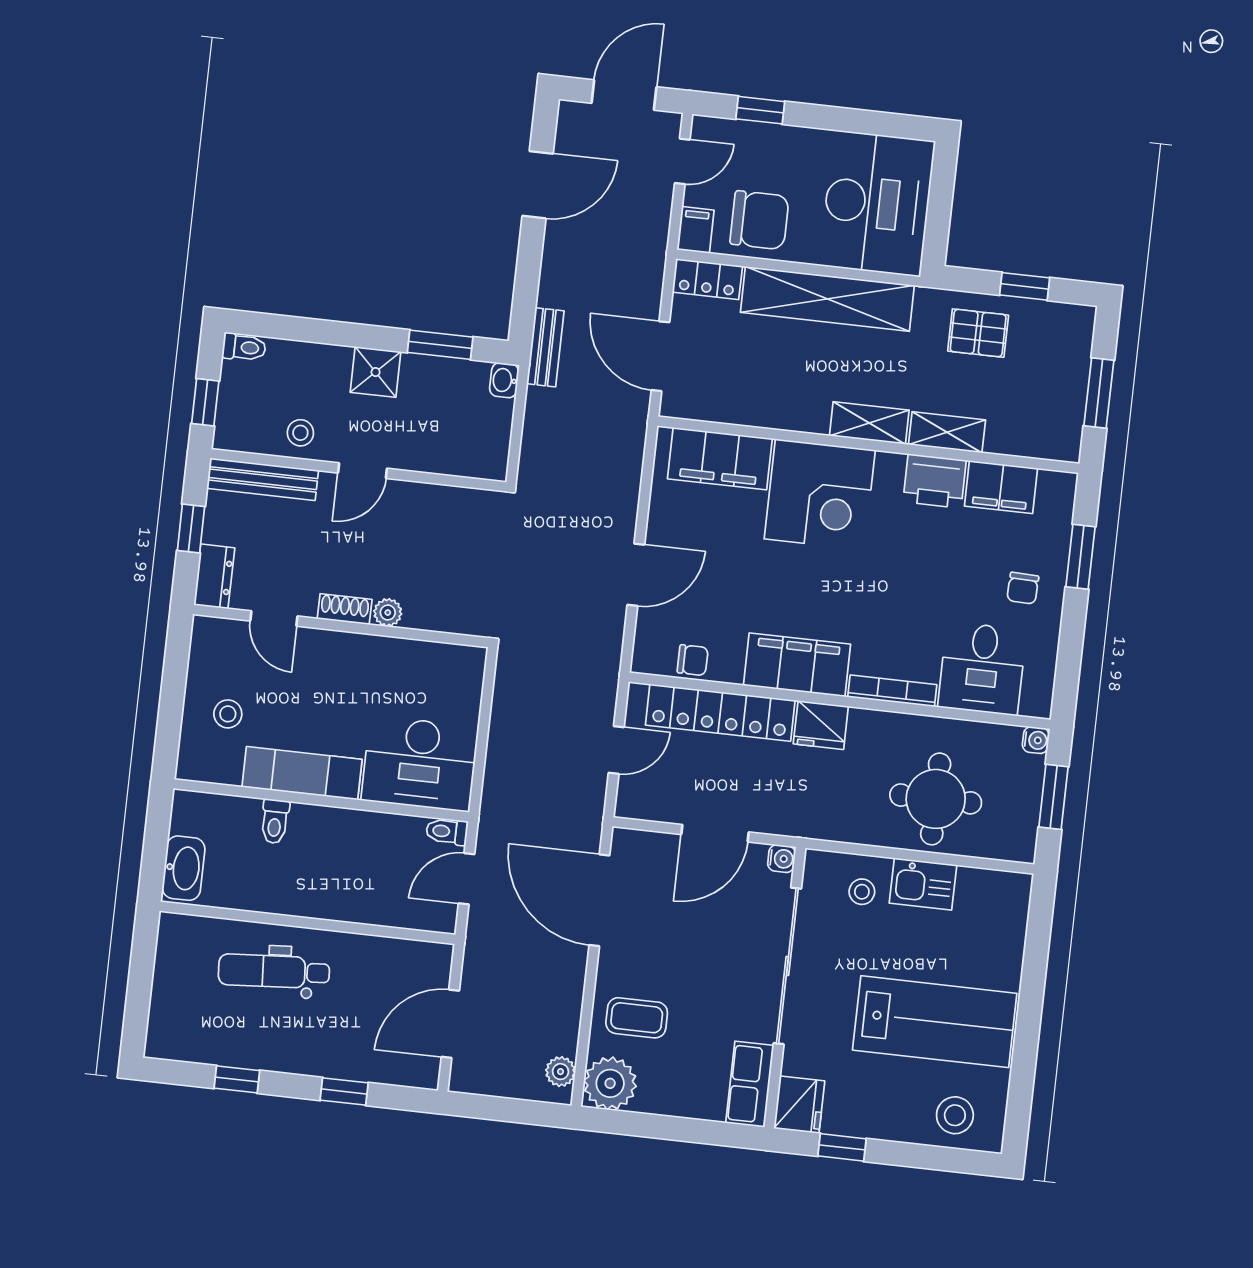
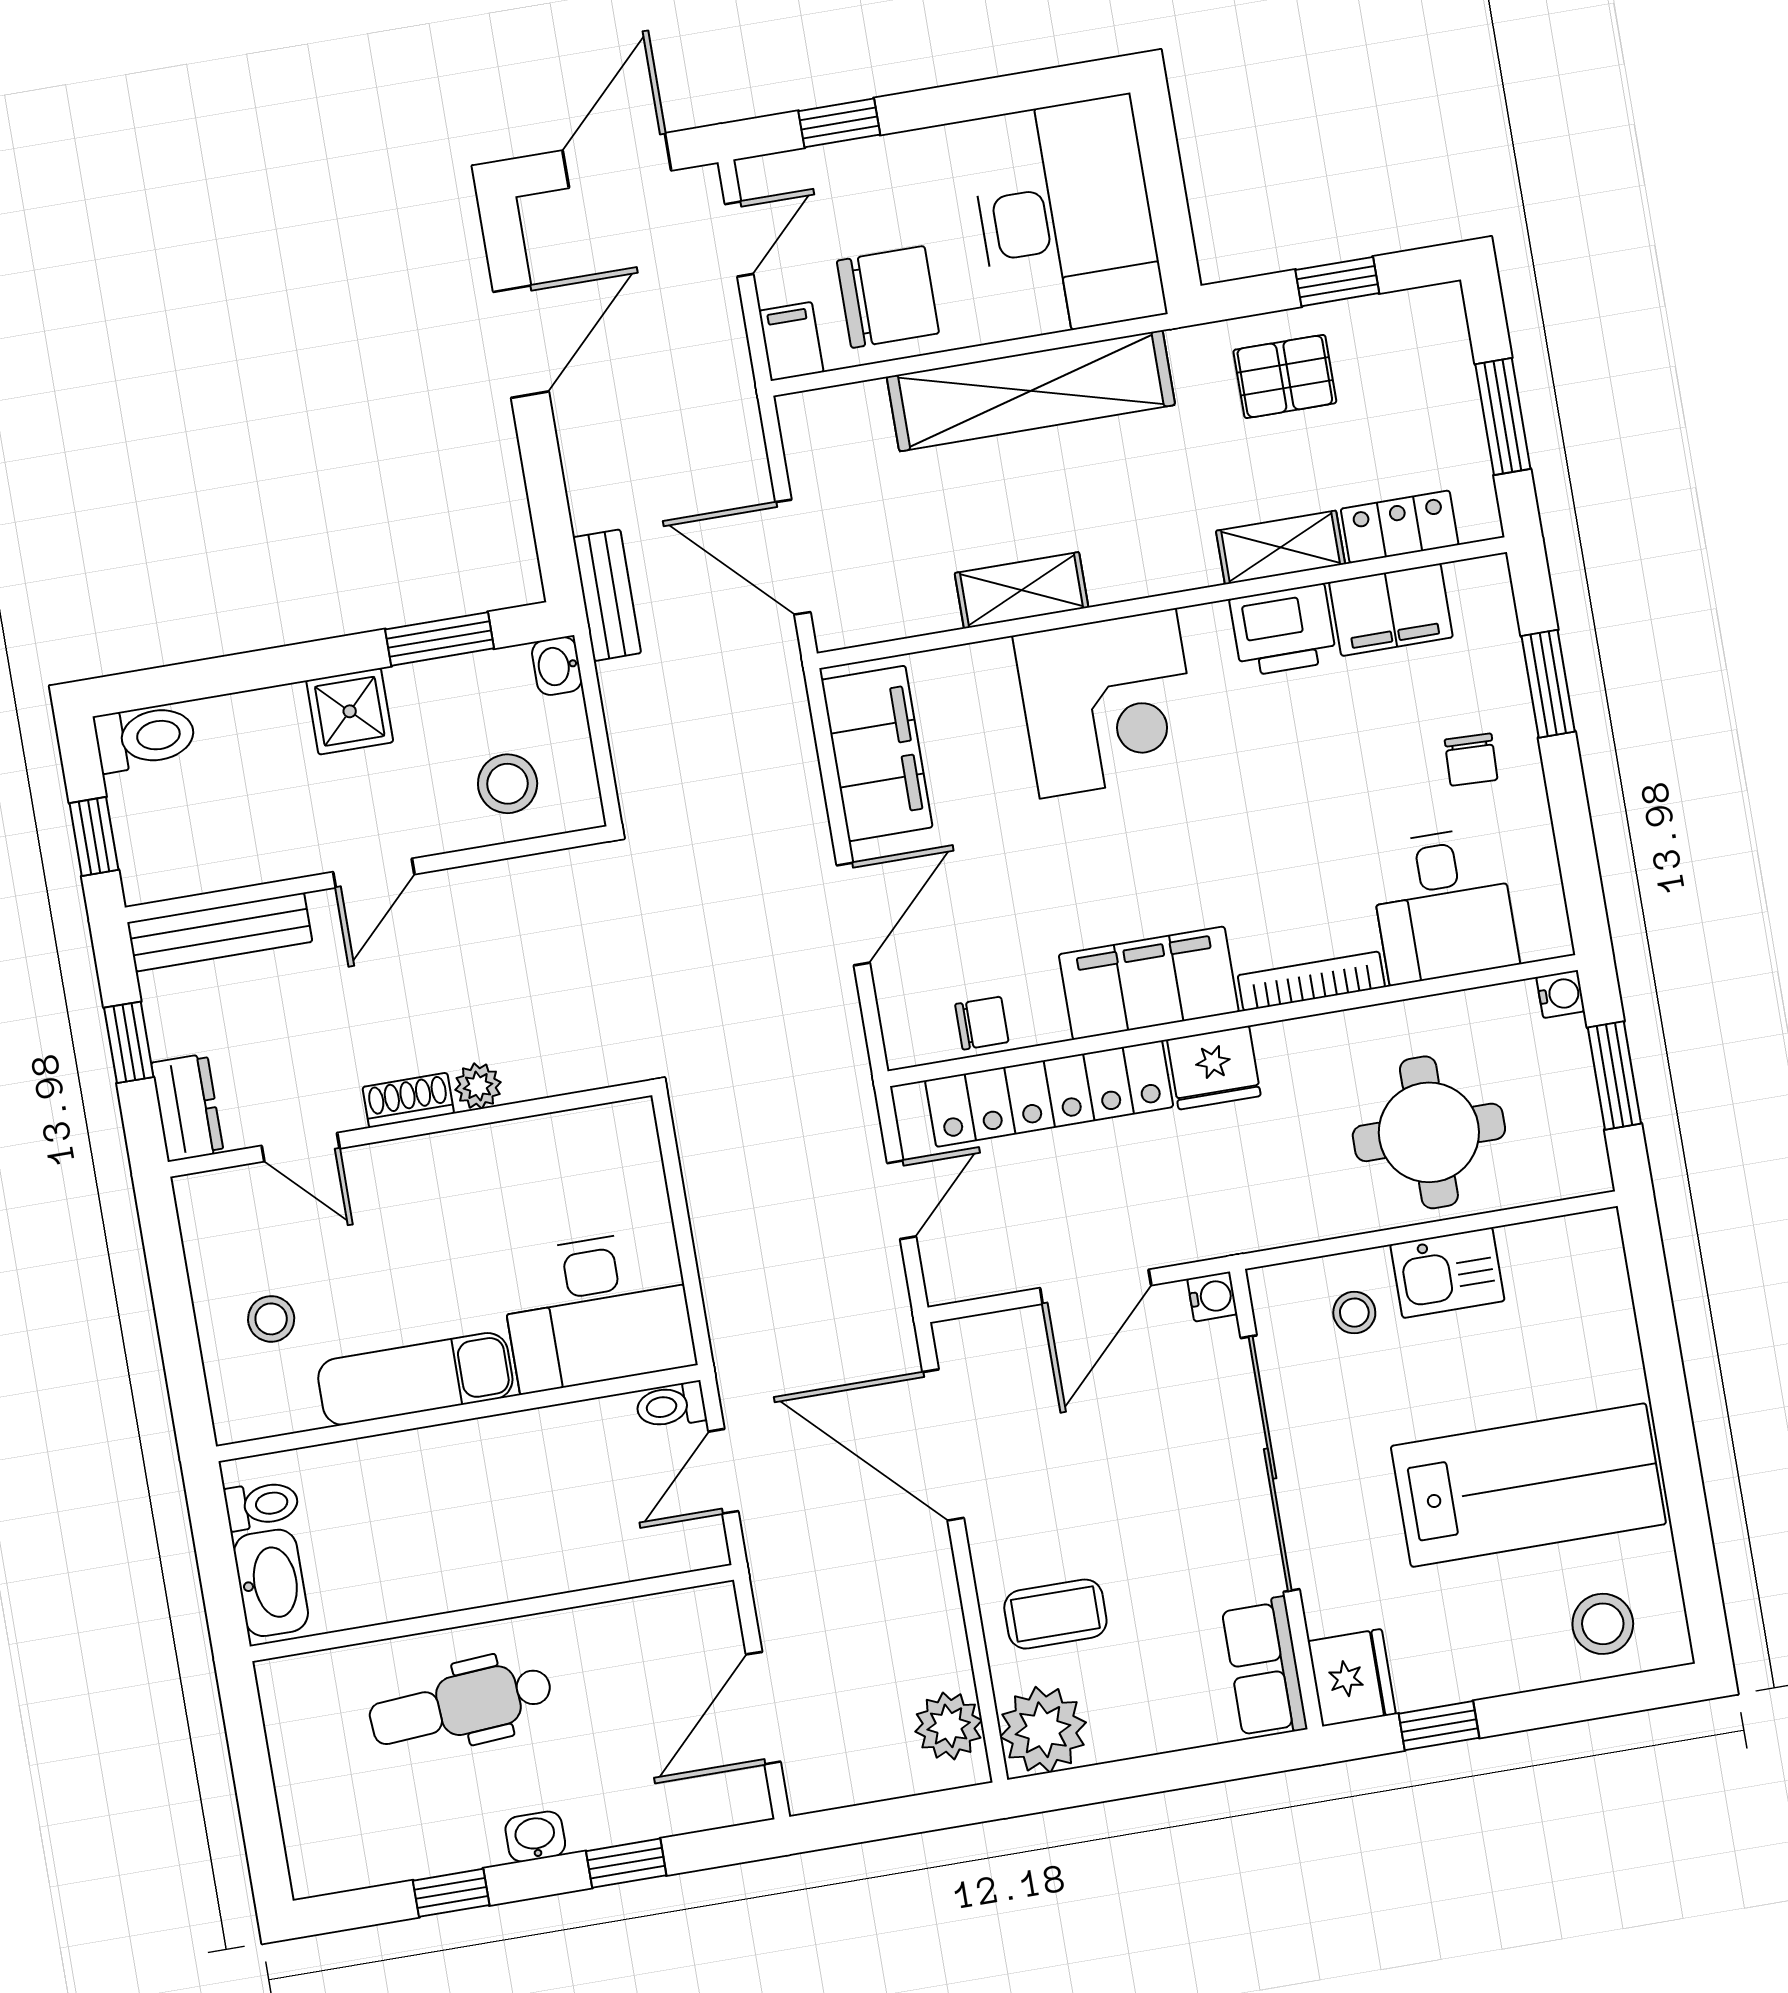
locker: (707, 279) -> (1400, 527), moved, turned 180
toilet: (244, 347) -> (145, 737), width x1.37, depth x1.39
shelving: (869, 423) -> (1022, 590), moved
stool: (300, 433) -> (508, 784), moved, width x1.37, depth x1.37
filing cabinet: (720, 459) -> (877, 753), moved, turned -90
toilet: (275, 821) -> (262, 1505), moved, turned -90
washbasin: (295, 1061) -> (535, 1837), added
plant: (561, 1072) -> (949, 1726), width x1.38, depth x1.38

